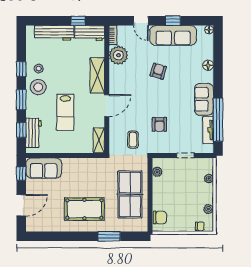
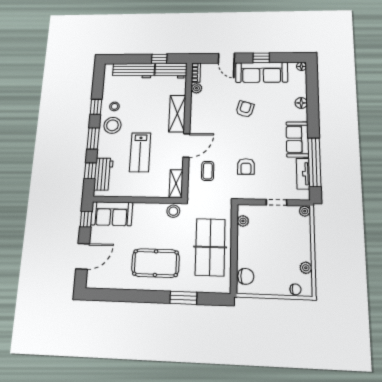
plant: (118, 55) -> (197, 88), width x0.53, depth x0.53
coffee table: (133, 140) -> (208, 171), moved
stool: (98, 165) -> (173, 211), added
plant: (209, 179) -> (305, 211), moved

